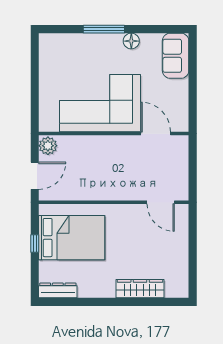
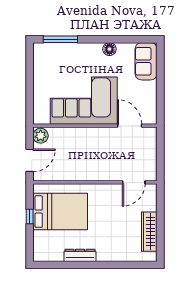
window: (104, 29) -> (60, 39), moved
door: (161, 202) -> (134, 182), hinge flipped
wardrobe: (140, 289) -> (149, 232), moved, turned -90
dresser: (58, 290) -> (80, 255), moved

